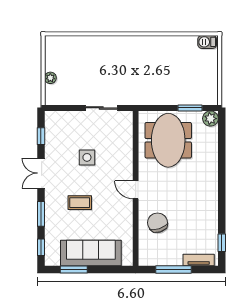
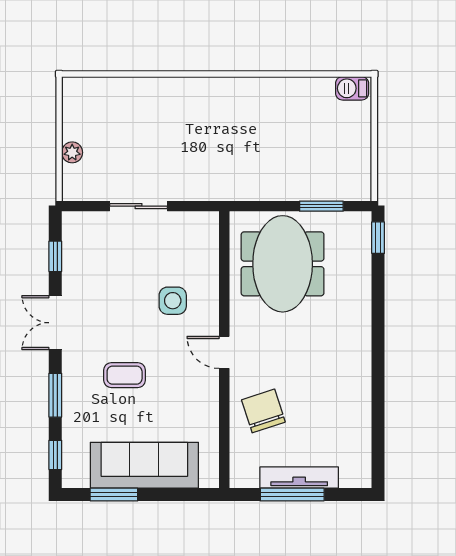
sliding door: (101, 108) -> (138, 206), moved
plant: (210, 119) -> (358, 225), removed
side table: (87, 157) -> (173, 301), moved
window: (222, 243) -> (378, 238), moved
tv unit: (199, 260) -> (299, 478), moved, width x1.41

